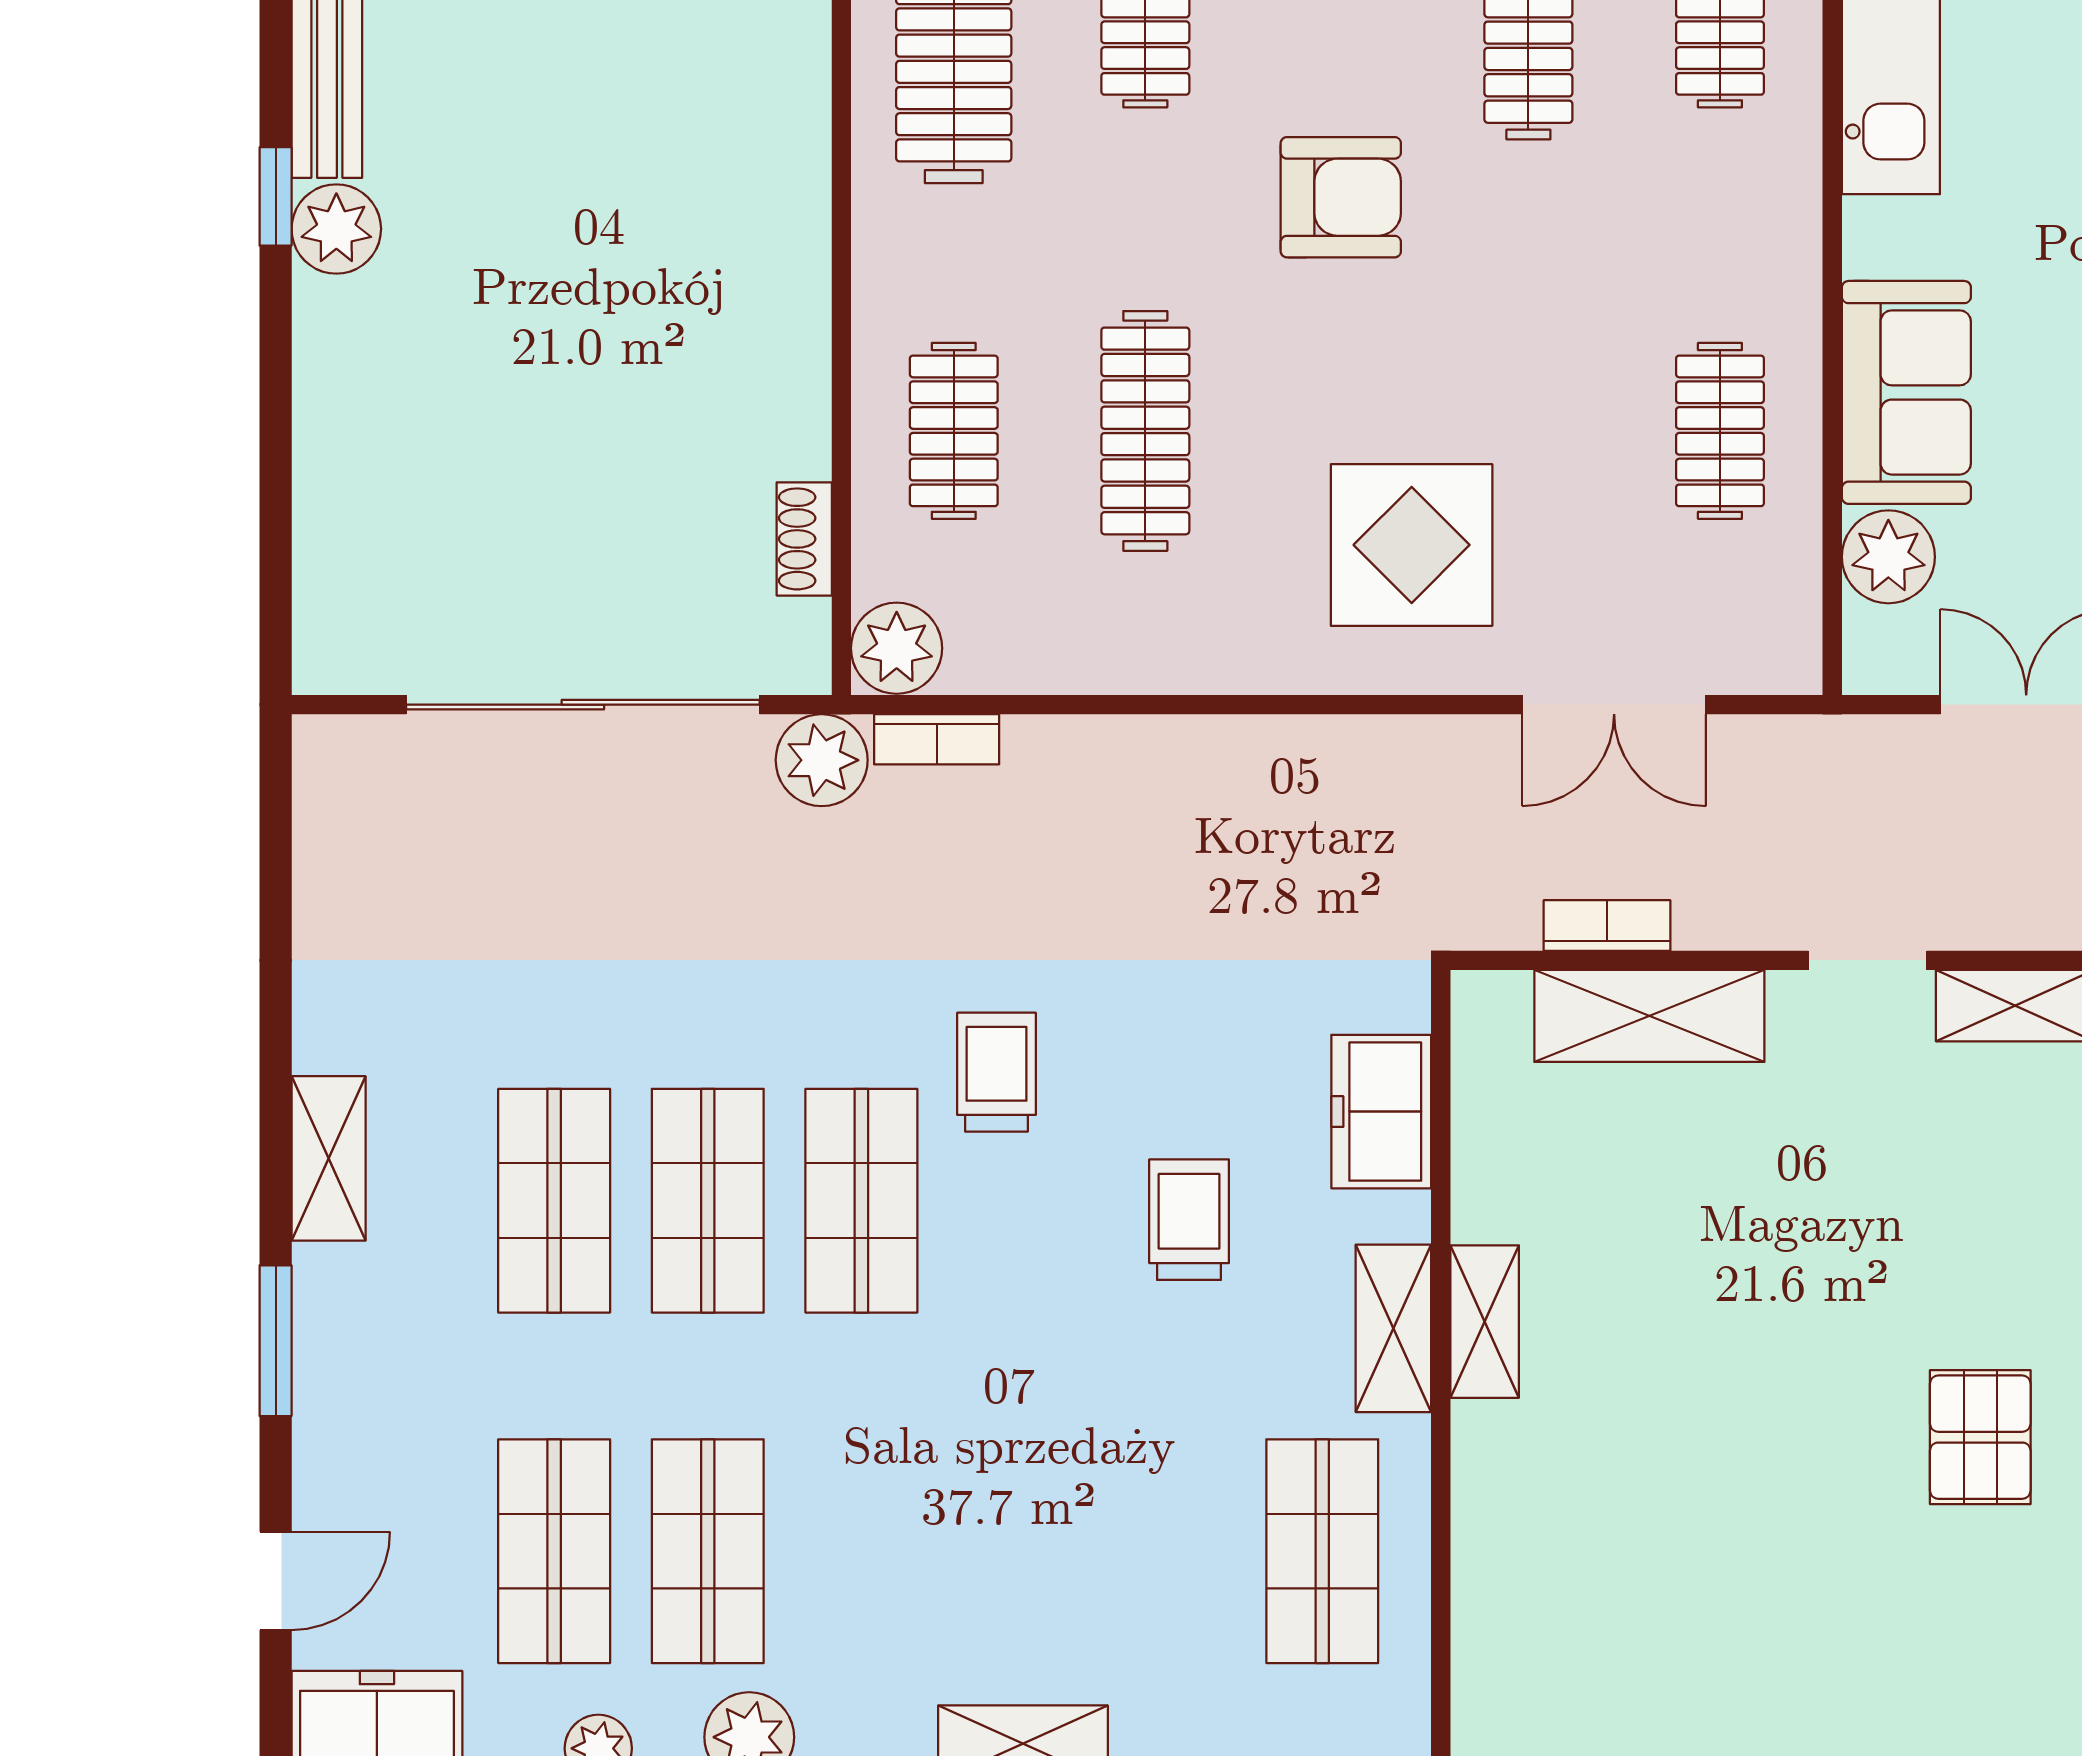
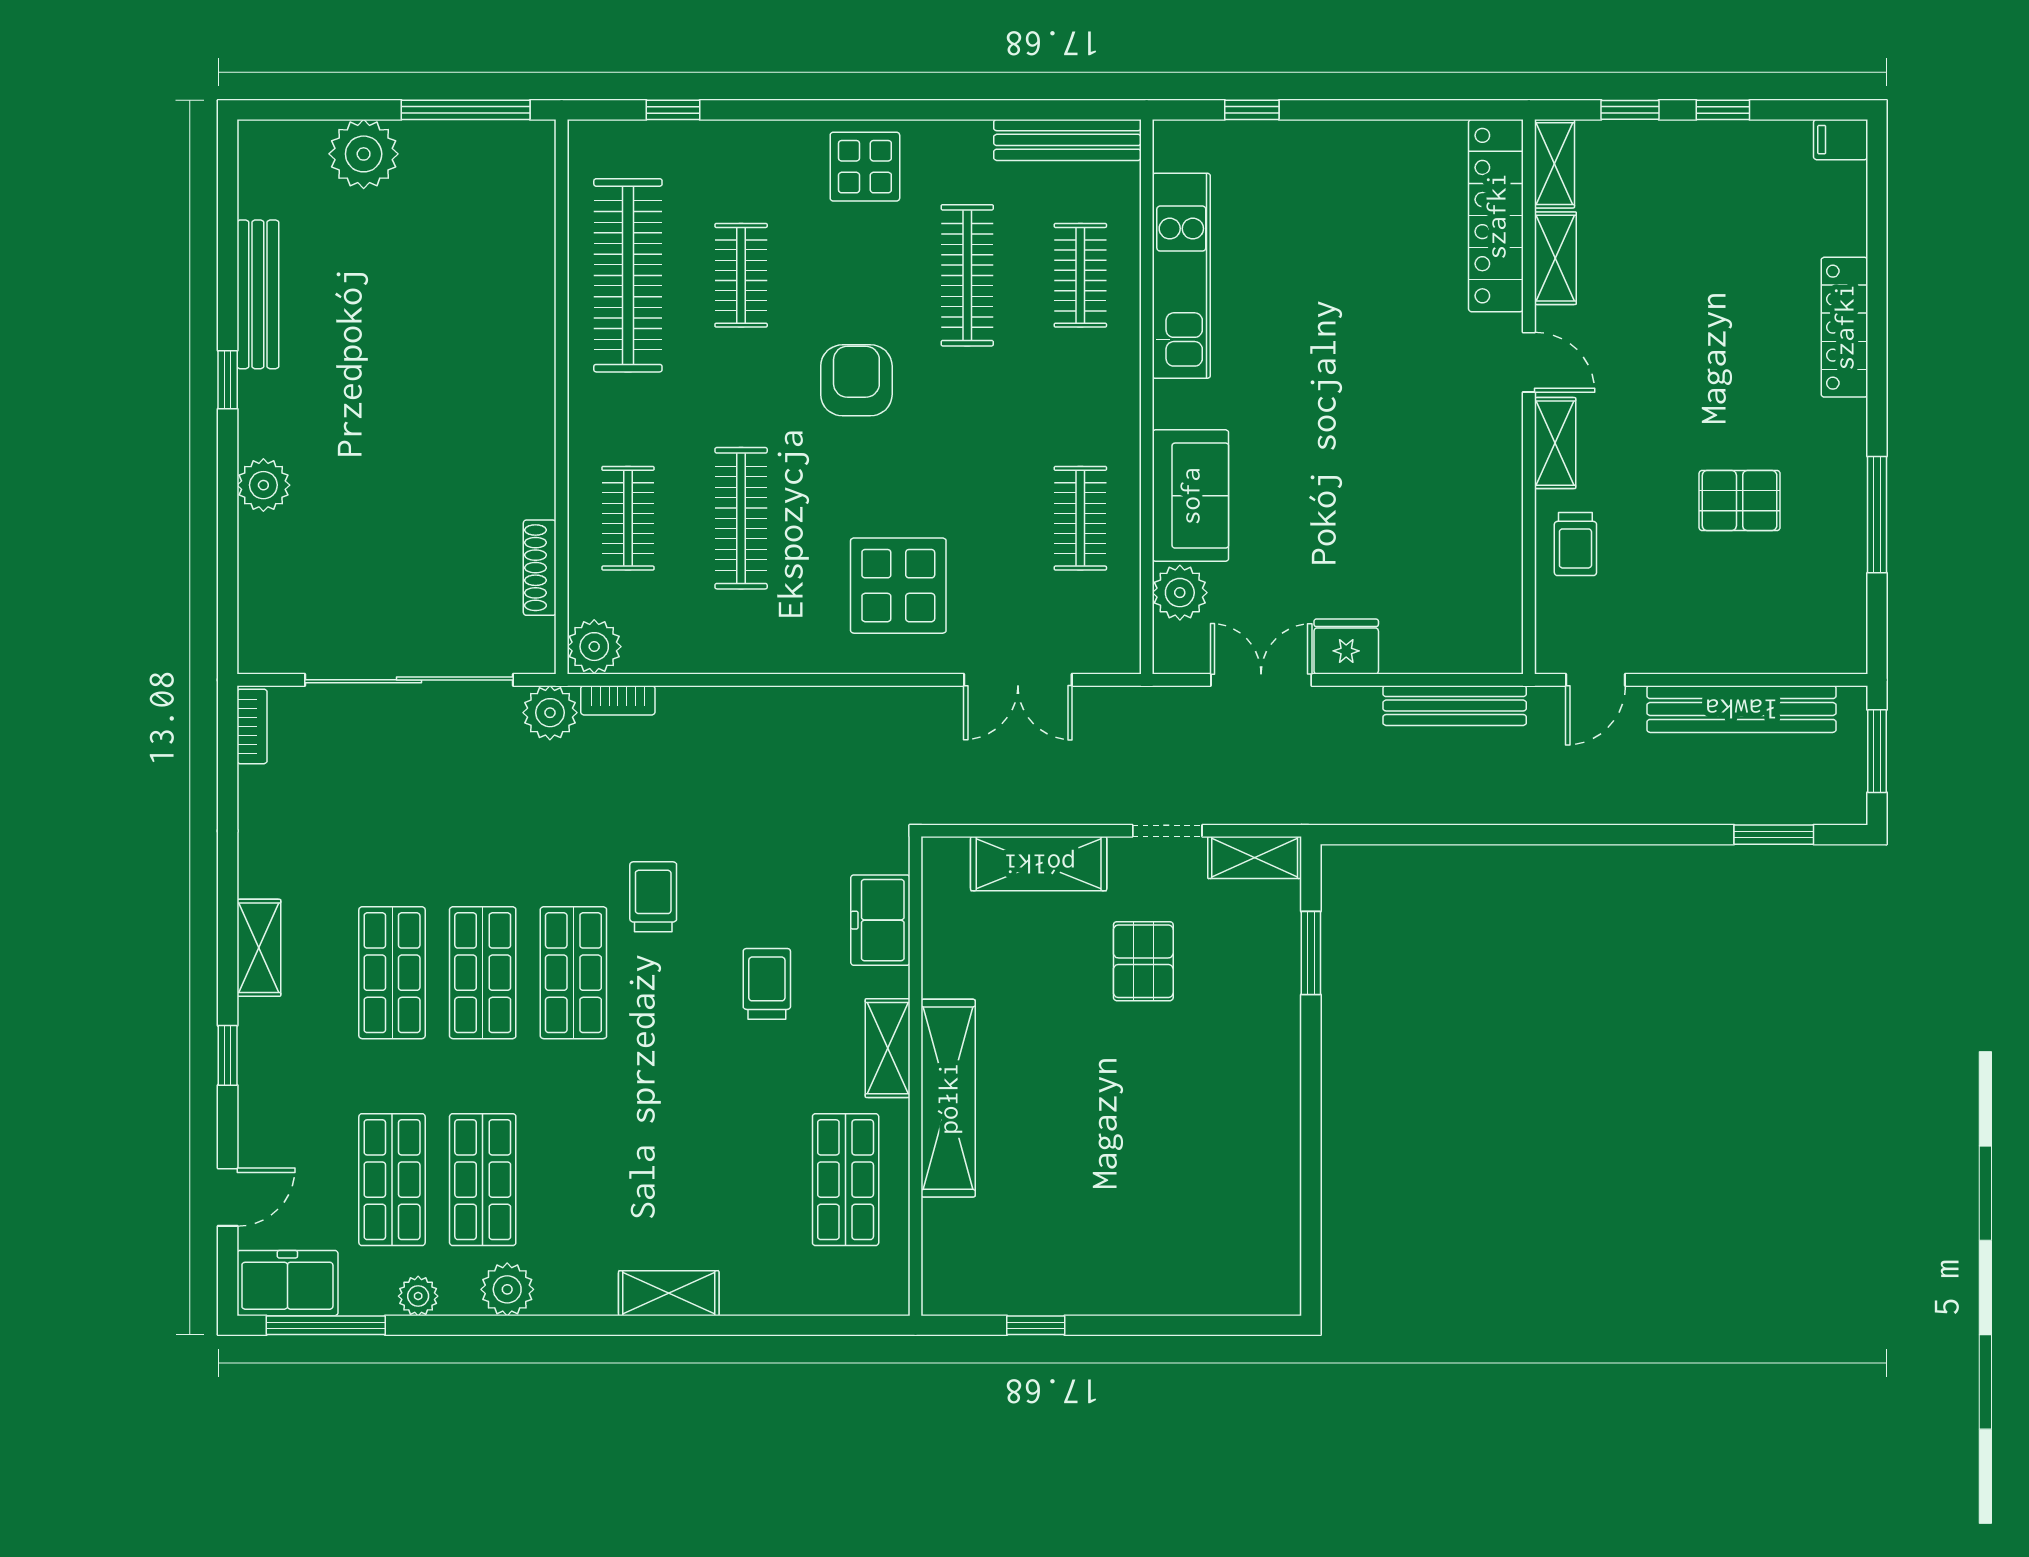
armchair: (1341, 197) -> (856, 380), turned -90
plant: (336, 229) -> (263, 485), moved
shoe rack: (804, 539) -> (540, 568), width x1.43
bookcase: (1607, 925) -> (252, 726), moved, turned 90
shelving: (1485, 1322) -> (948, 1098), width x2.20, depth x1.33
window: (276, 1341) -> (228, 1055), width x0.67
pallet: (1980, 1437) -> (1143, 961), moved

